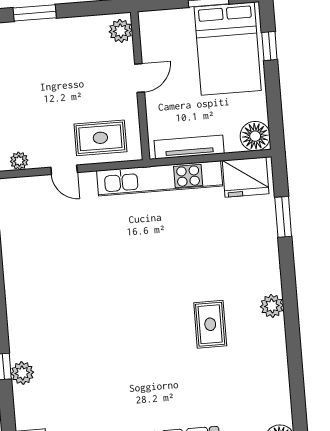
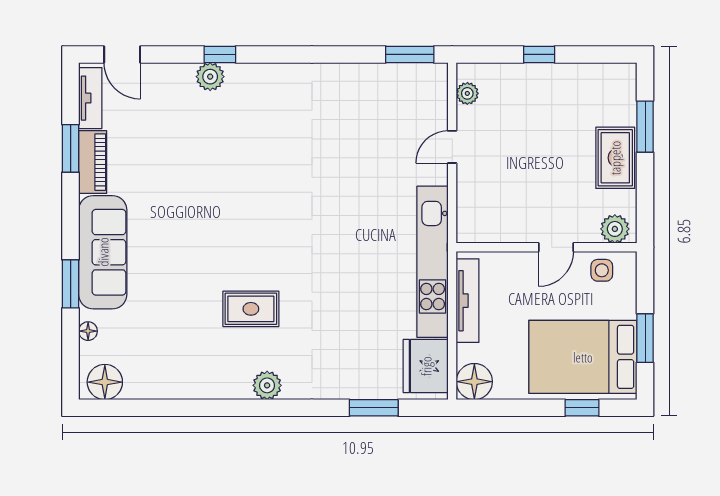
side table: (155, 39) -> (602, 270), added
door: (140, 78) -> (556, 247), hinge flipped
rug: (100, 138) -> (615, 158), moved

